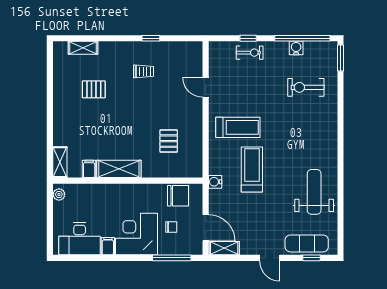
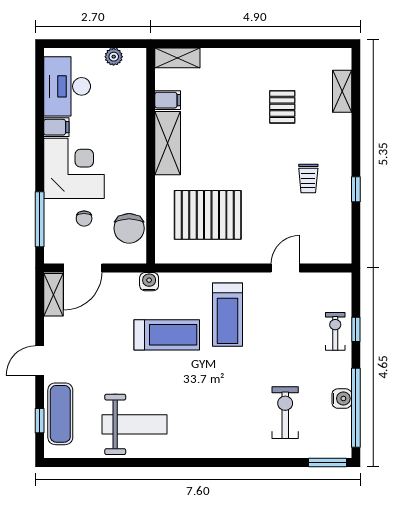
exercise bike: (250, 53) -> (335, 331), turned 180
pallet: (169, 141) -> (208, 215), width x2.05, depth x2.00
plant: (59, 194) -> (114, 57), moved

